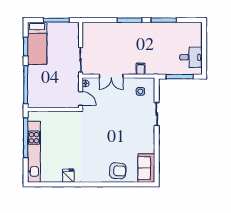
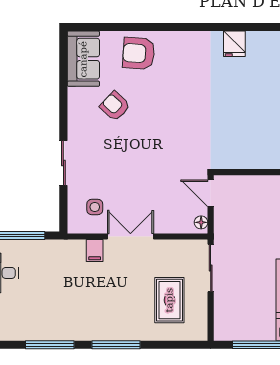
rug: (102, 43) -> (169, 300), added
double door: (111, 76) -> (130, 237), moved
armchair: (130, 144) -> (115, 106), added

